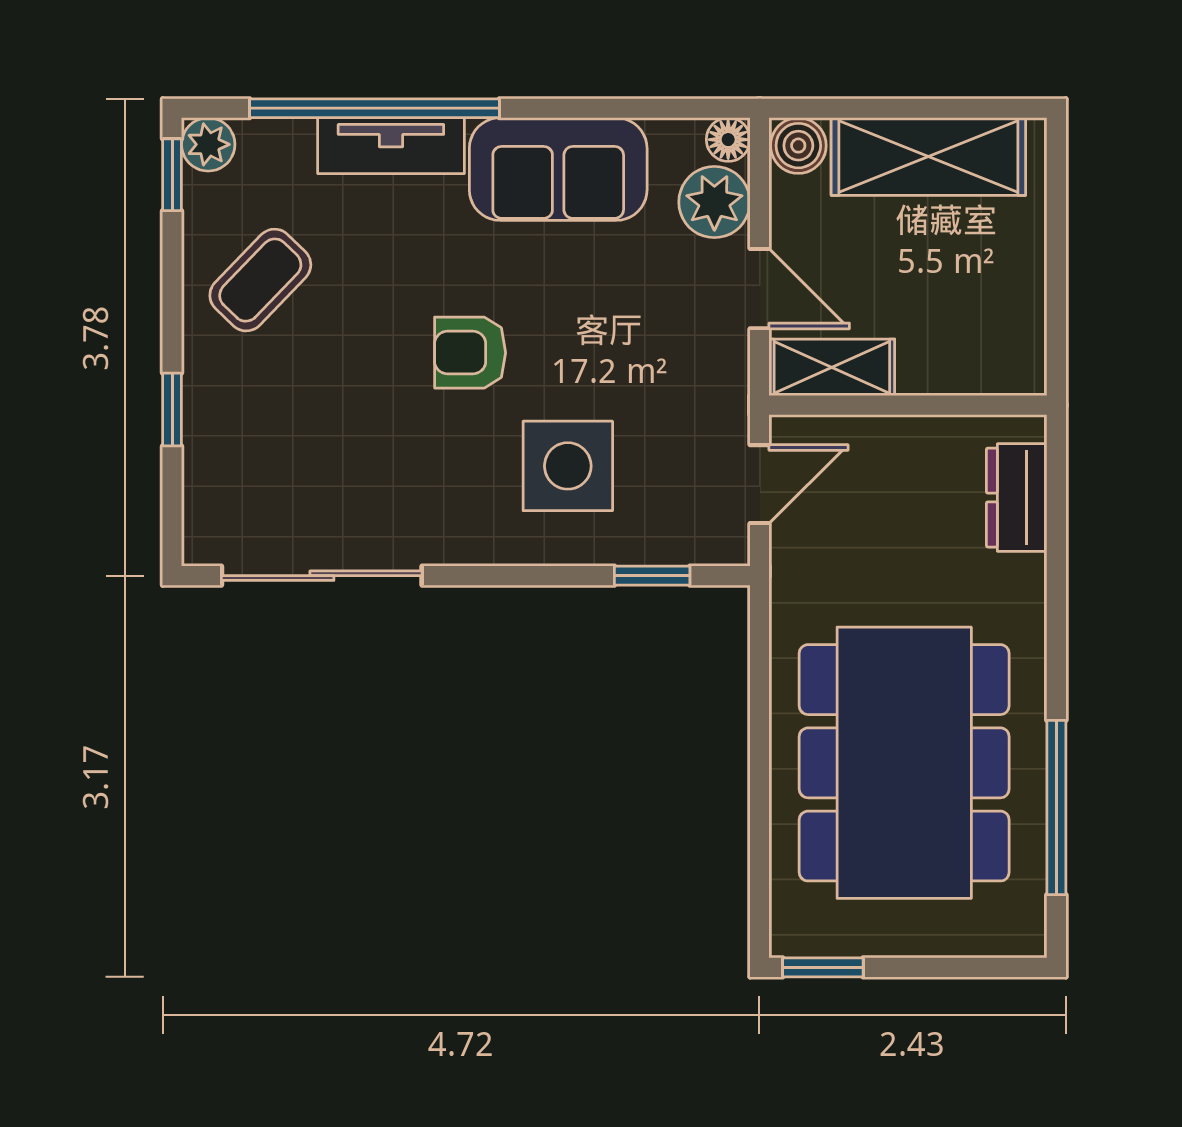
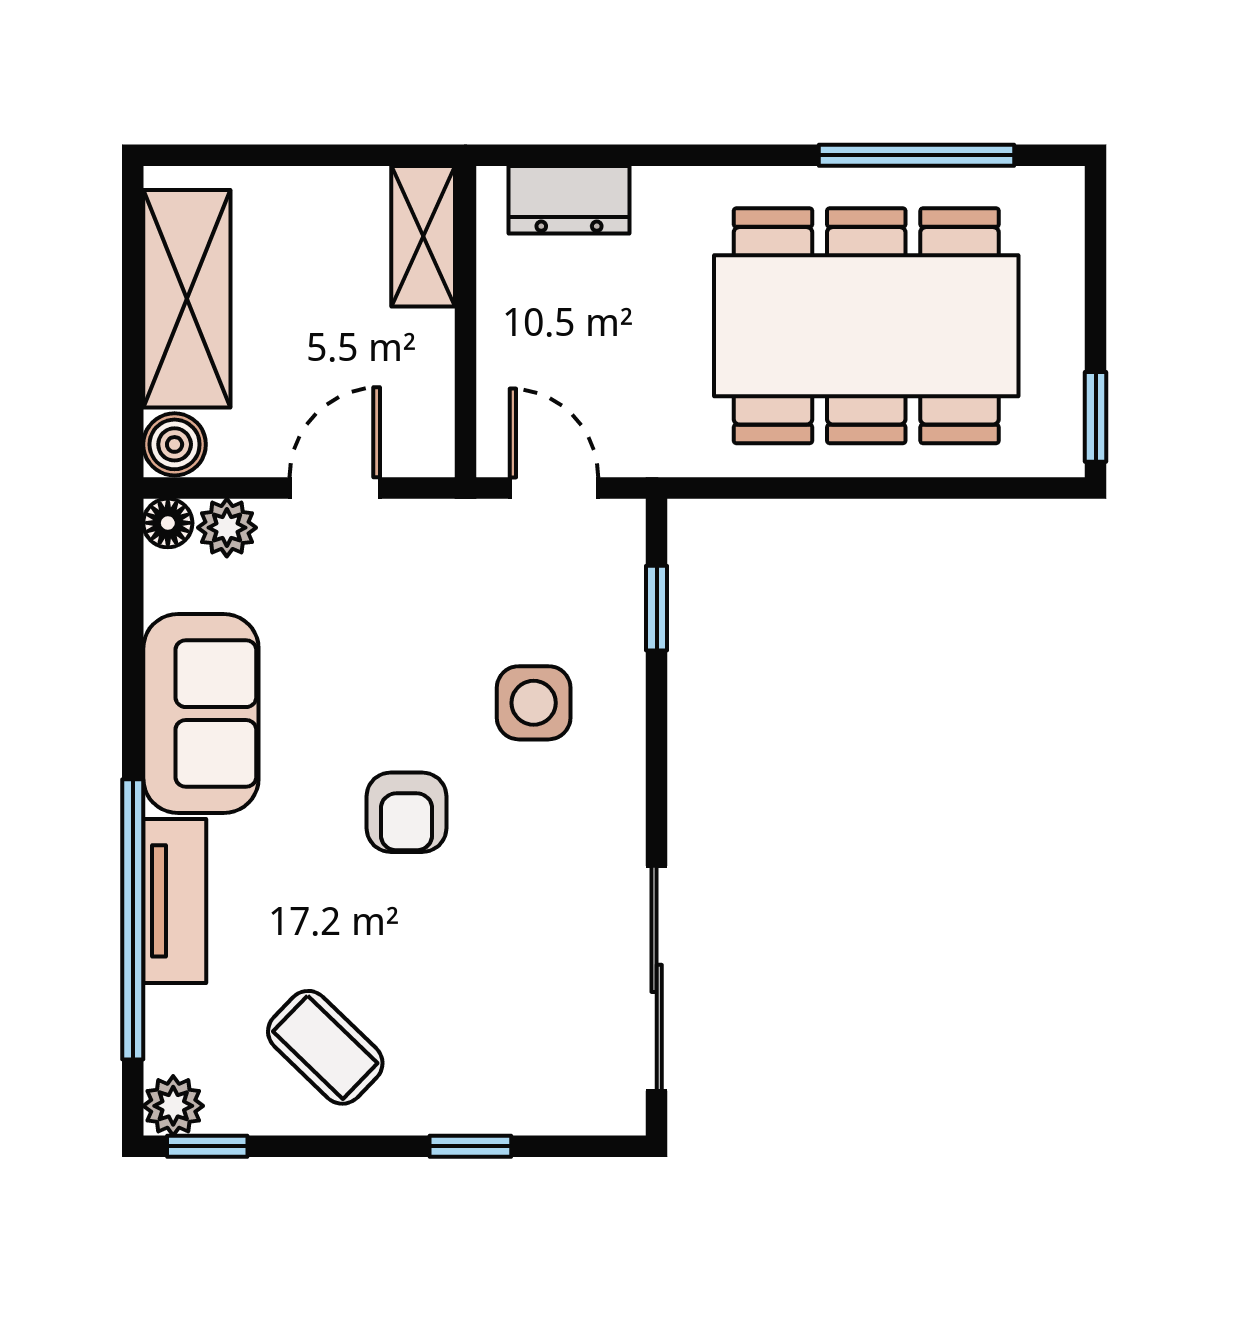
plant: (714, 202) -> (227, 528), width x0.73, depth x0.73
shelving: (832, 367) -> (423, 236), moved
side table: (568, 466) -> (534, 703), width x0.73, depth x0.73

